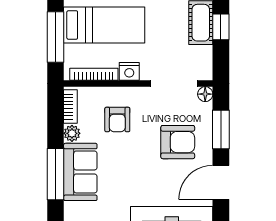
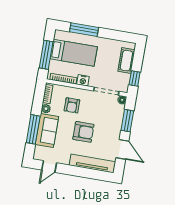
window: (221, 27) -> (135, 78), moved
armchair: (178, 142) -> (83, 132), moved
door: (221, 182) -> (122, 149), swing flipped

